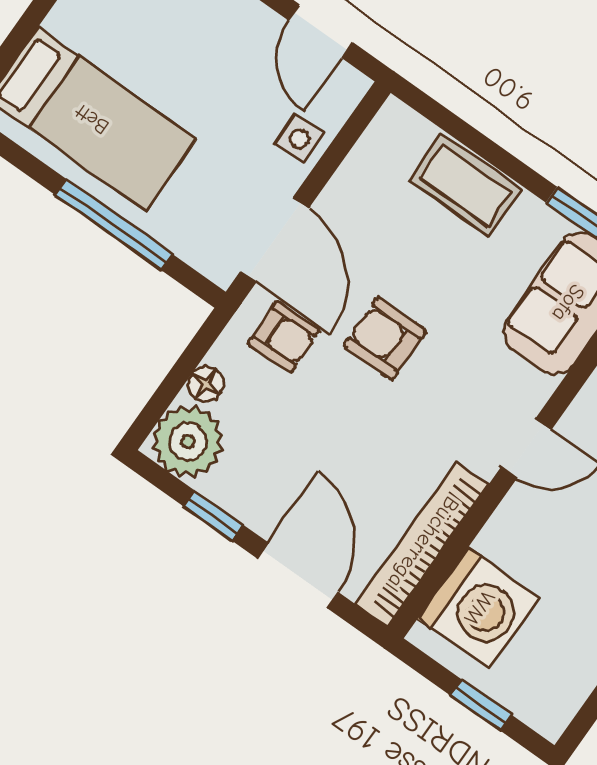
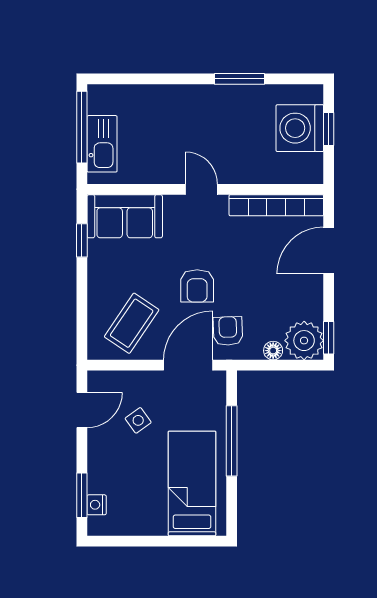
side table: (299, 139) -> (138, 420), moved, turned -36
coffee table: (465, 185) -> (132, 323), moved, turned 34
window: (213, 515) -> (329, 338), moved
washing machine: (479, 608) -> (300, 128), moved, turned -90

